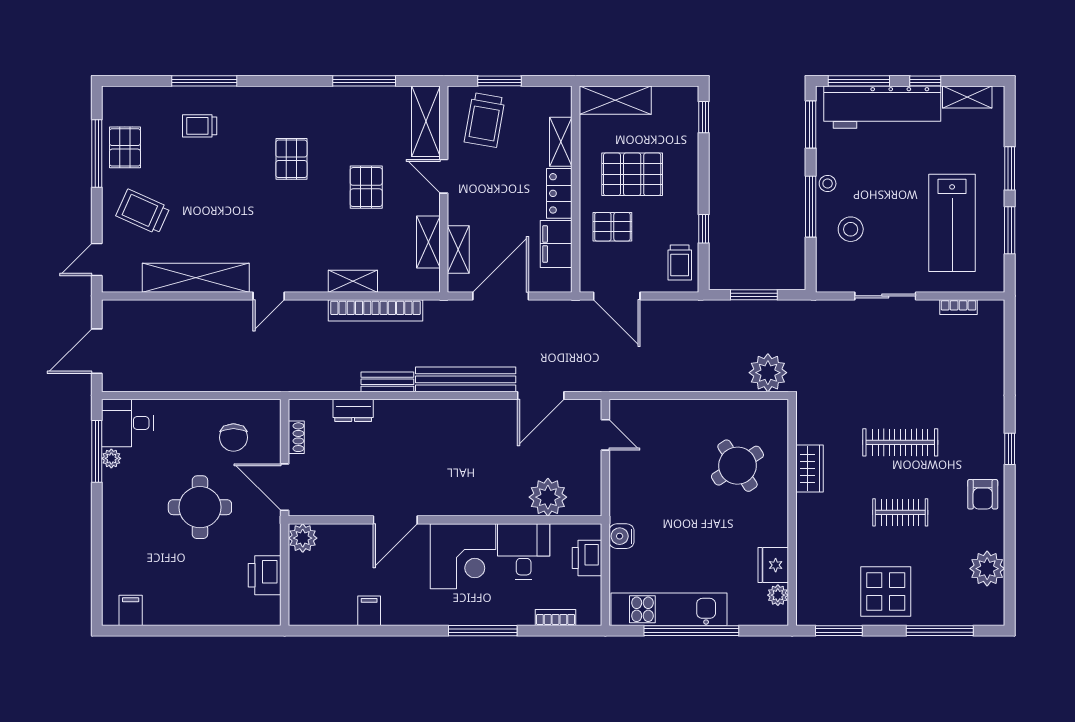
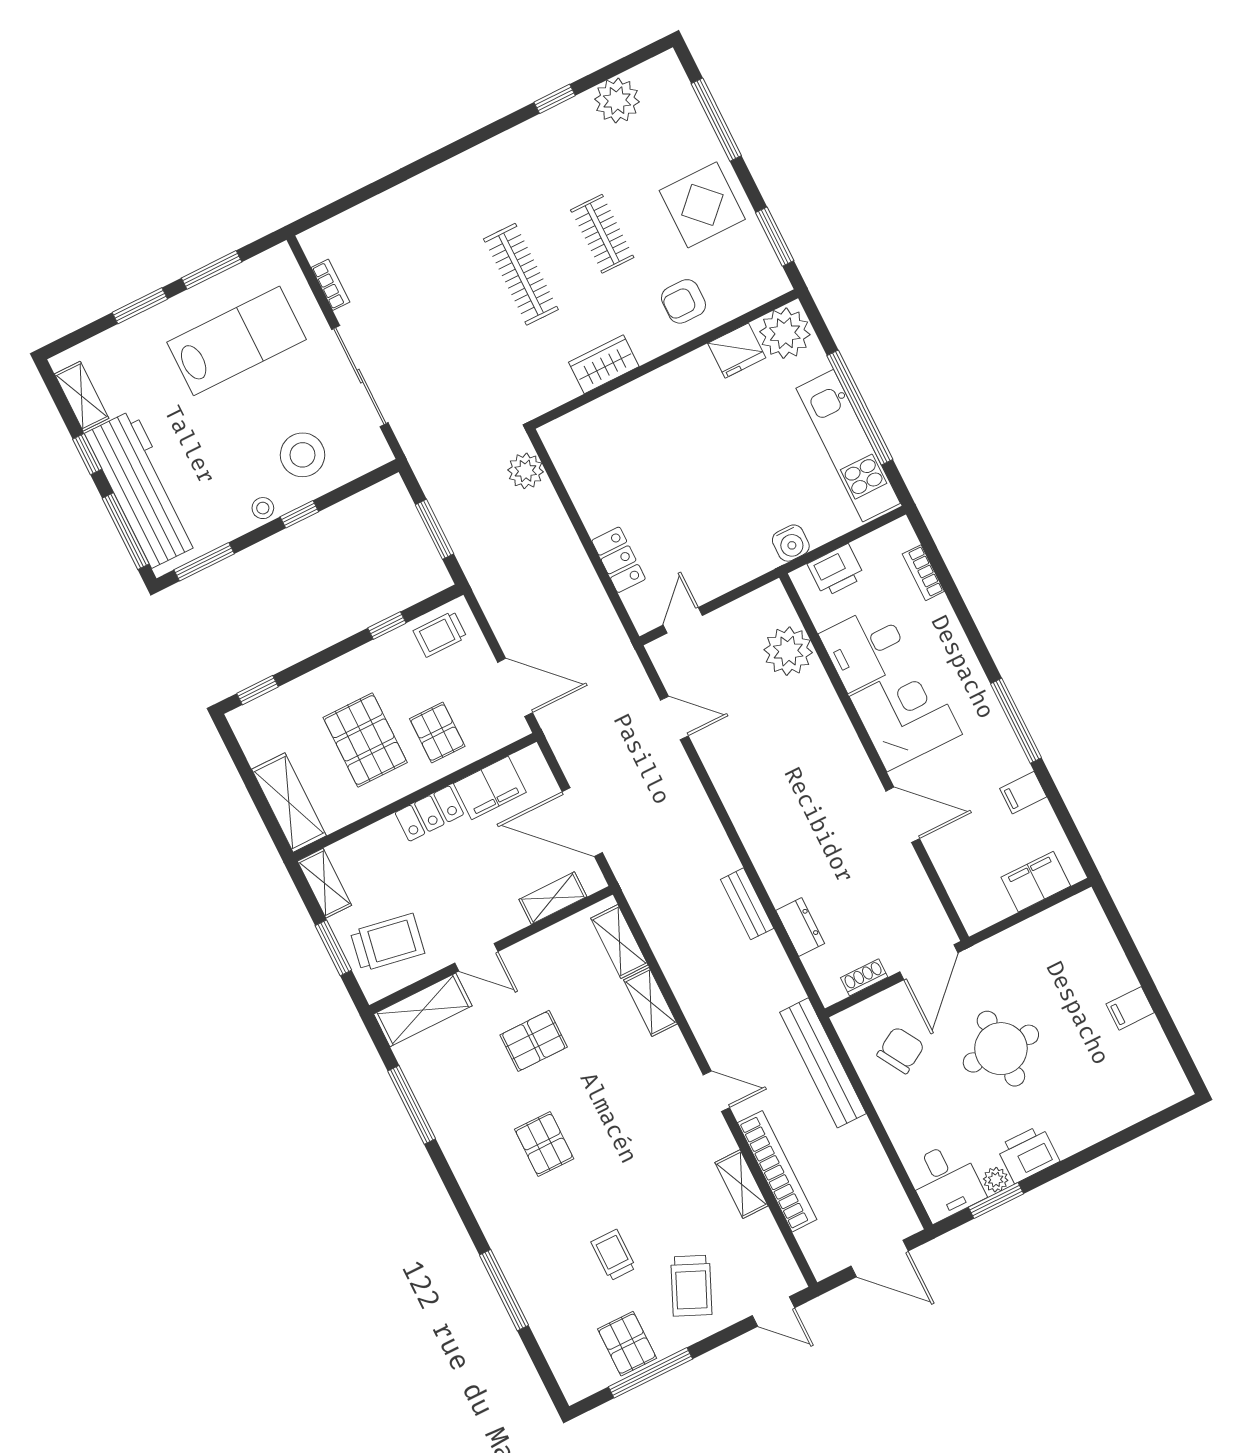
trolley: (200, 126) -> (613, 1255), moved, turned 180
shelving: (561, 142) -> (324, 883), moved, turned 90
pallet: (125, 147) -> (627, 1344), turned 90
pallet: (291, 159) -> (544, 1144), turned 90
door: (444, 176) -> (476, 957), hinge flipped
window: (811, 207) -> (299, 514), width x0.46
stool: (851, 229) -> (303, 455), width x1.38, depth x1.38
shelving: (428, 242) -> (619, 942), moved, turned 90
trolley: (680, 262) -> (440, 634), turned 180
shelving: (196, 278) -> (742, 1184), width x0.45, depth x0.75
door: (617, 296) -> (515, 687), hinge flipped
sliding door: (885, 296) -> (360, 376), width x1.37
bookcase: (375, 310) -> (777, 1171), moved
plant: (768, 373) -> (526, 471), width x0.73, depth x0.73
bench: (466, 379) -> (823, 1063), moved
door: (541, 395) -> (674, 718), width x0.73
locker: (669, 411) -> (619, 560), added
chair: (233, 437) -> (901, 1050), turned -31
window: (1010, 449) -> (555, 99), moved
window: (97, 451) -> (996, 1201), width x0.69
round table: (737, 466) -> (642, 449), removed
armchair: (983, 494) -> (683, 301), moved, turned 180
plant: (303, 538) -> (977, 912), removed
printer: (265, 575) -> (1028, 1154), moved, turned 180
filing cabinet: (303, 589) -> (1036, 882), added
plant: (778, 595) -> (785, 333), width x1.88, depth x1.88
filing cabinet: (131, 610) -> (1130, 1008), moved
window: (483, 631) -> (1016, 721), moved

